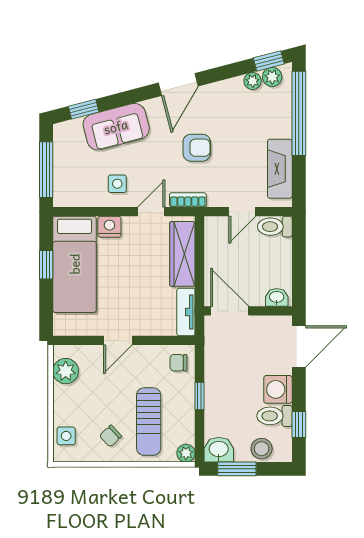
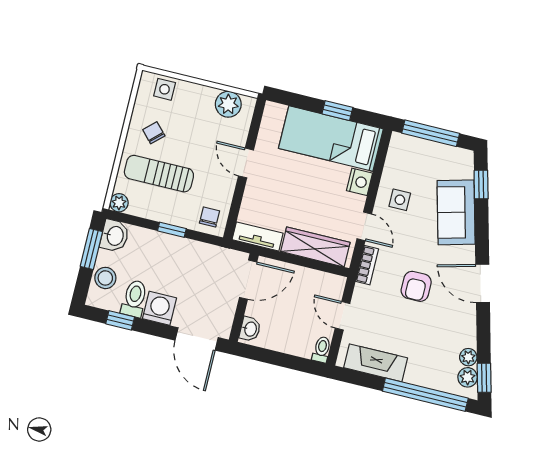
toilet: (275, 227) -> (322, 349), width x0.73, depth x0.72

